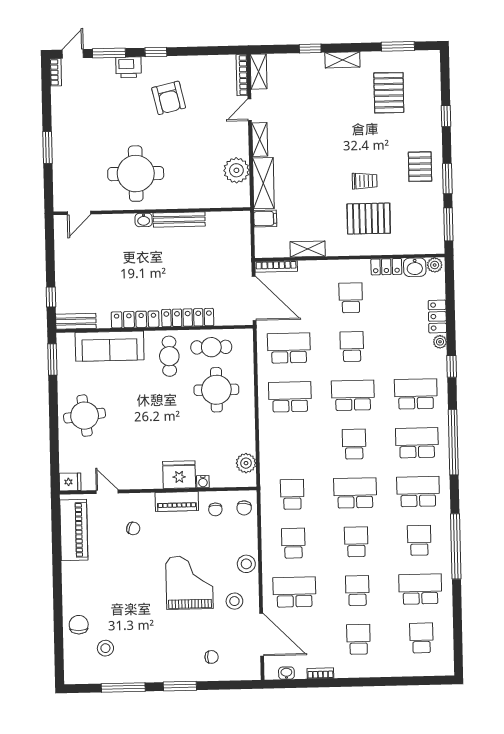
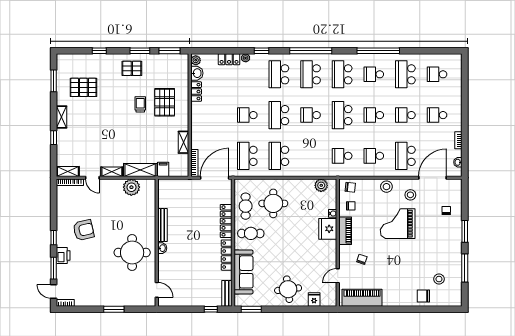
school desk: (351, 298) -> (216, 115), removed
fridge: (70, 482) -> (314, 300), moved

